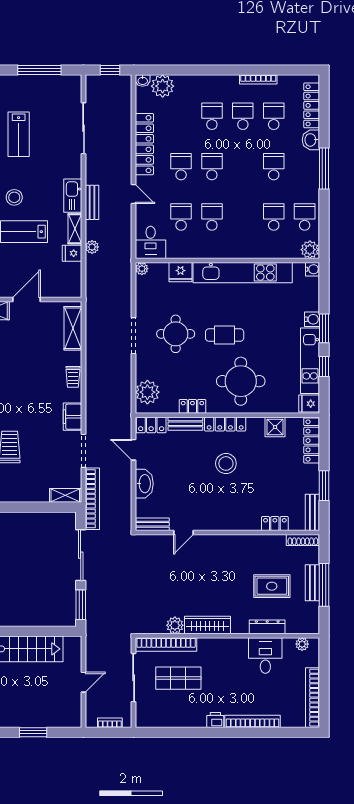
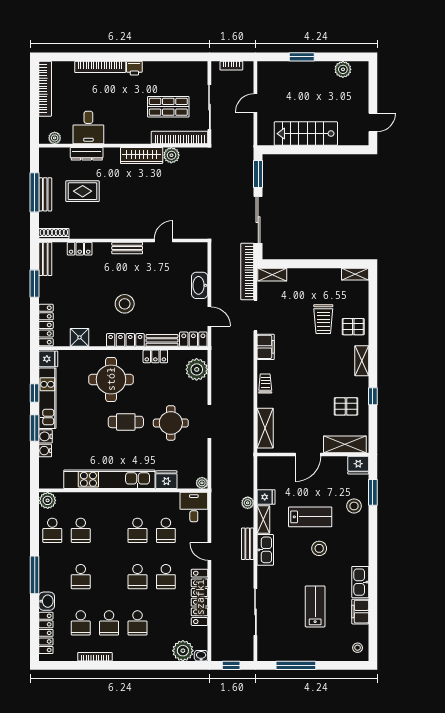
water cooler: (312, 269) -> (45, 451), moved
bench: (152, 524) -> (127, 248), moved

